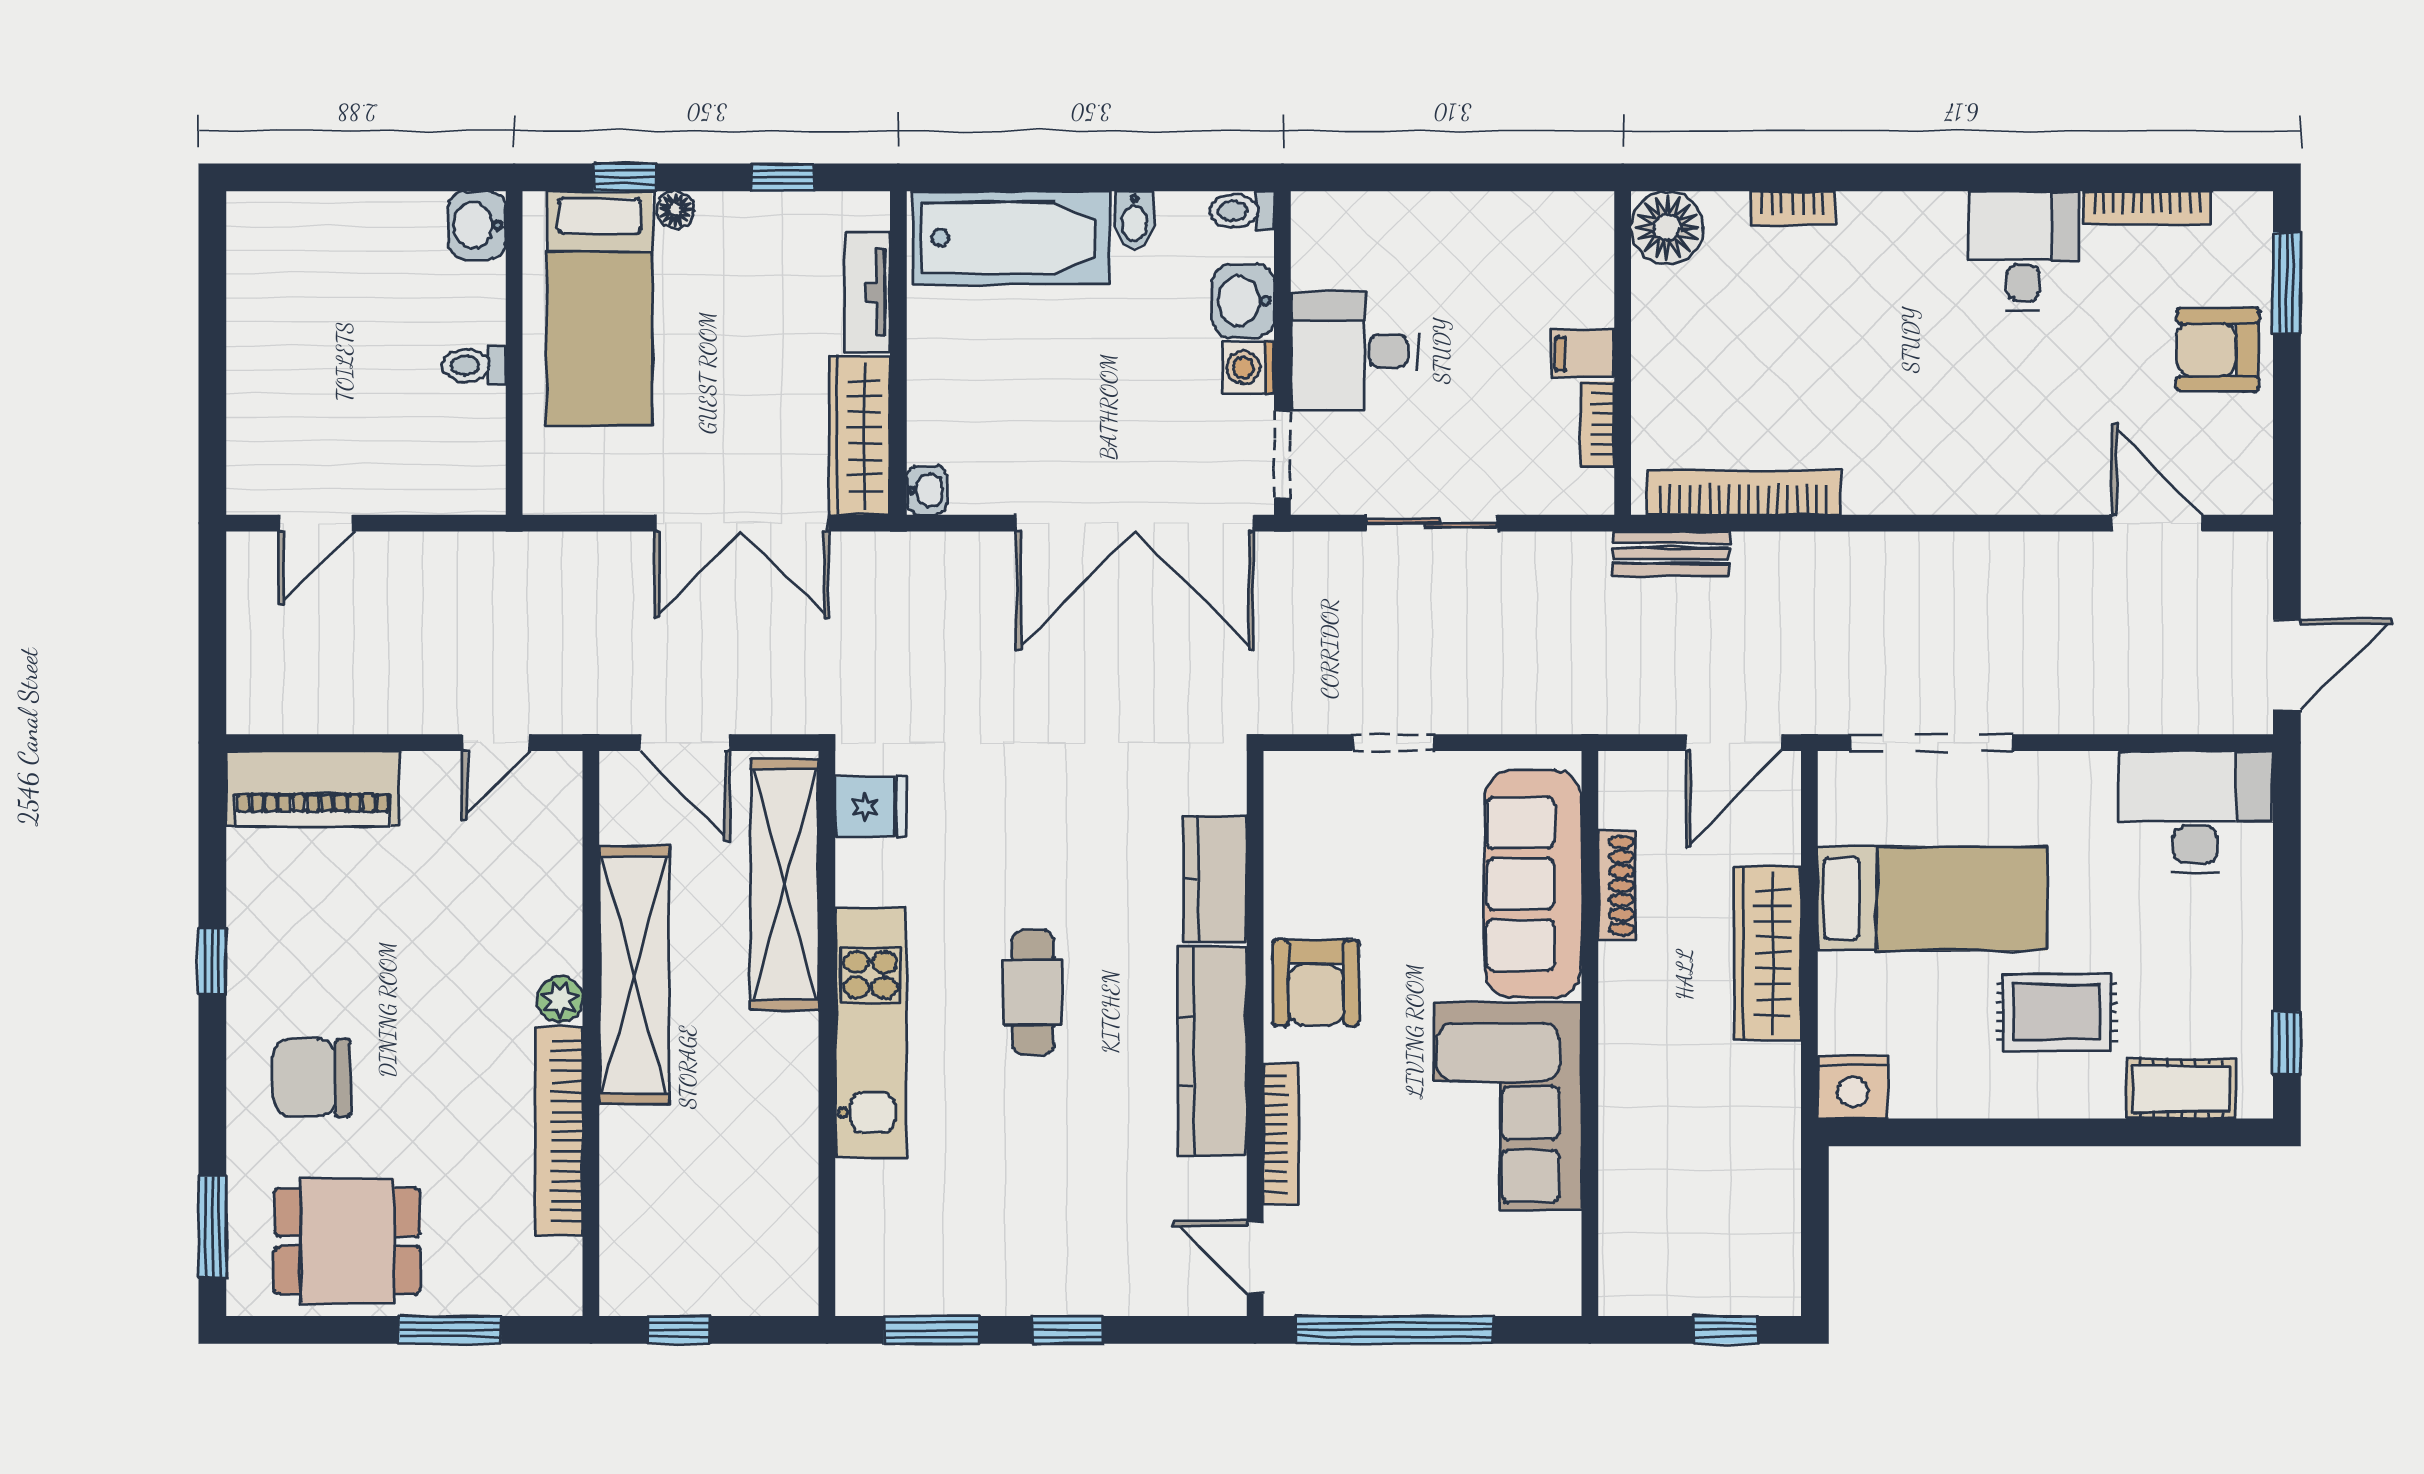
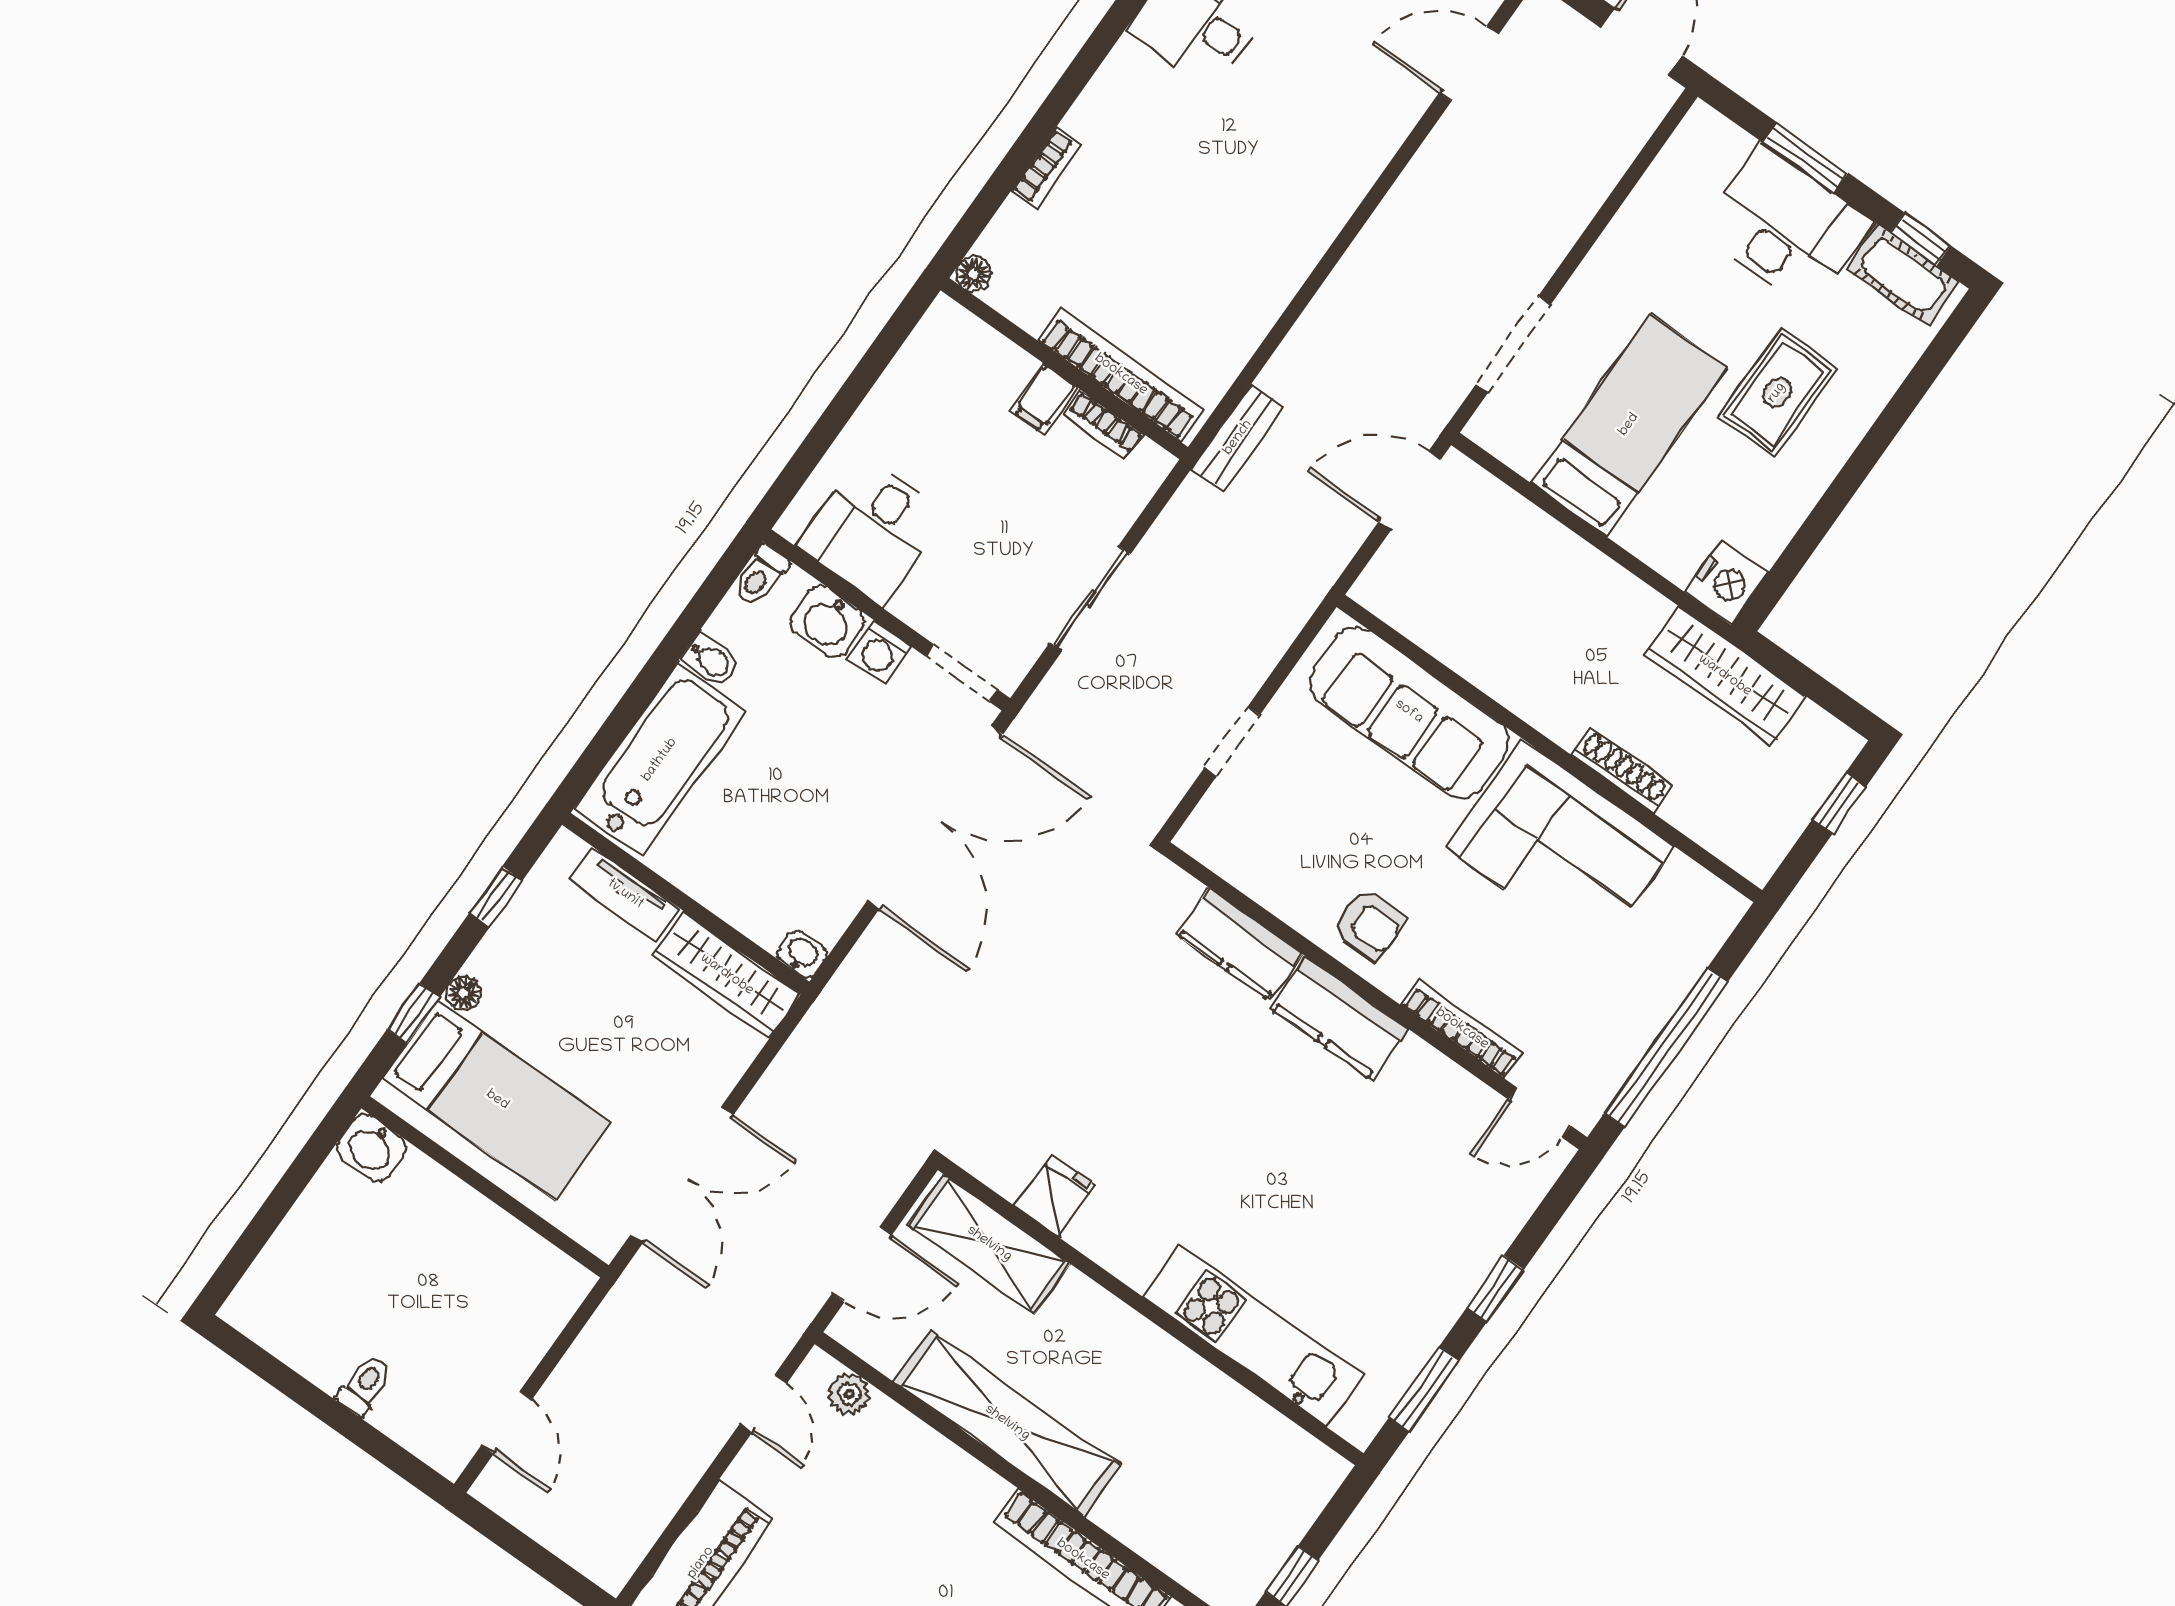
floor lamp: (1667, 227) -> (973, 274), width x0.53, depth x0.53
desk: (1354, 351) -> (873, 530), moved
toilet: (474, 365) -> (364, 1385), moved, turned 180
bookcase: (1744, 493) -> (1121, 375), moved, turned 90
double door: (742, 523) -> (682, 1175), moved
door: (1734, 743) -> (1410, 490), swing flipped
doorway: (1931, 743) -> (1513, 344), width x0.73
fridge: (871, 807) -> (1055, 1196), moved
desk: (2195, 812) -> (1786, 226), moved, turned 90
shelving: (785, 884) -> (989, 1244), width x0.68
shoe rack: (1617, 885) -> (1622, 770), moved
window: (2287, 887) -> (1805, 158), added
wardrobe: (1768, 953) -> (1725, 676), moved
armchair: (1316, 983) -> (1369, 924), width x0.72, depth x0.72
cafe table: (1033, 992) -> (1228, 1138), removed
plant: (560, 999) -> (849, 1394), moved
kitchen unit: (870, 1032) -> (1254, 1336), moved
kitchen counter: (1212, 1051) -> (1339, 1018), width x0.67
cot: (2181, 1089) -> (1903, 275), moved, turned 90

